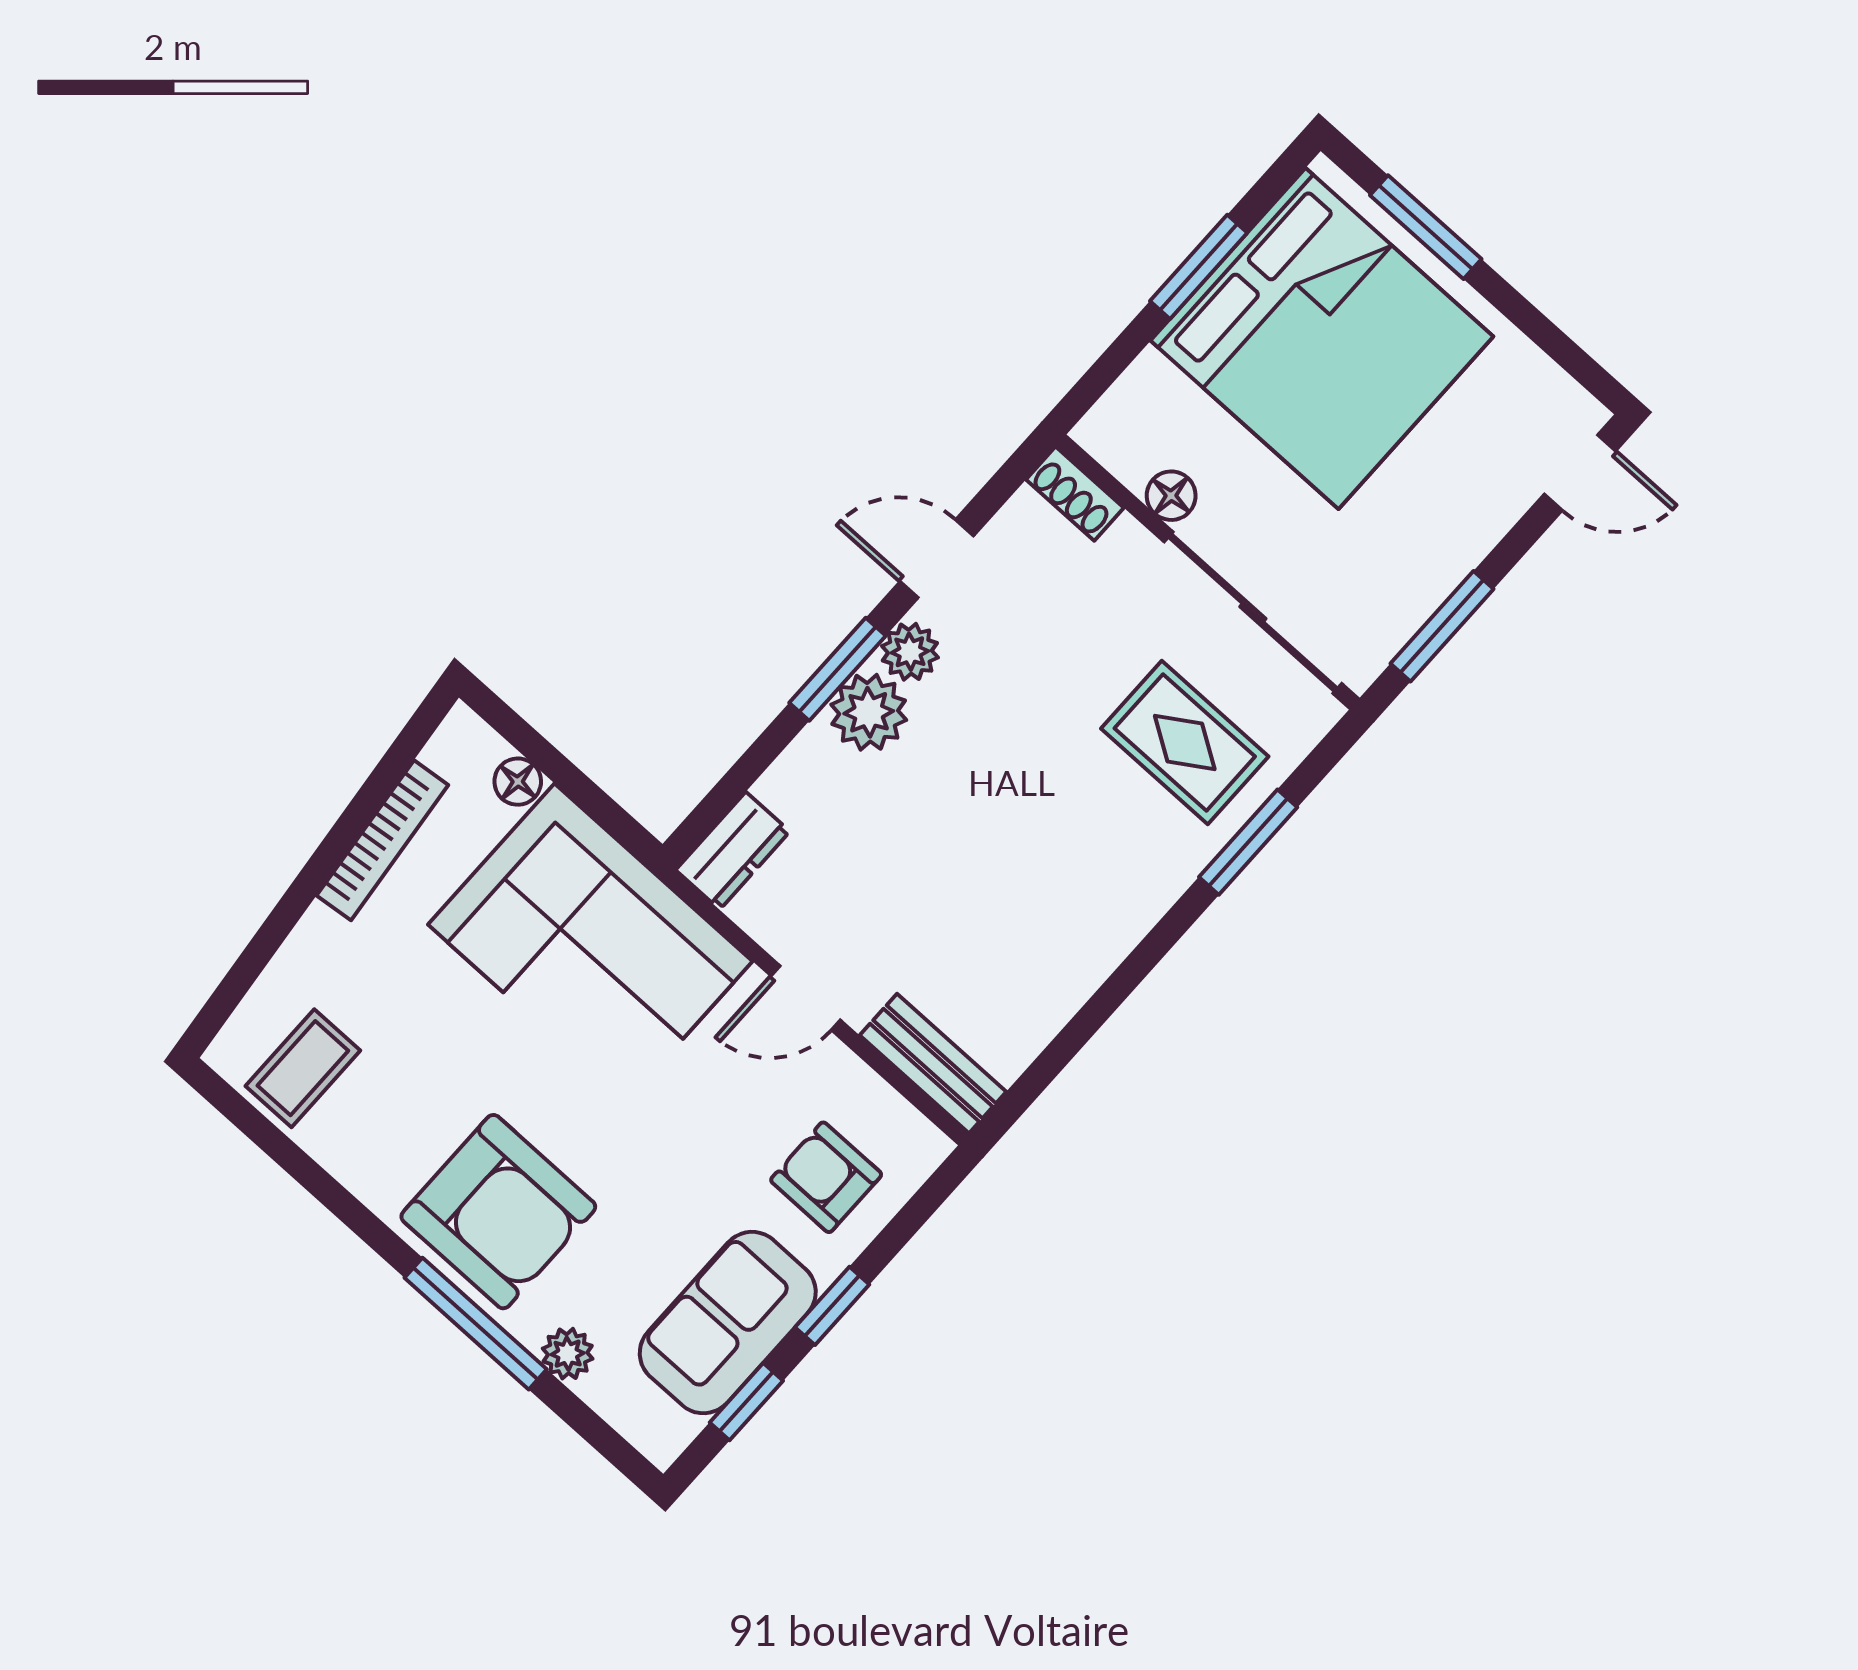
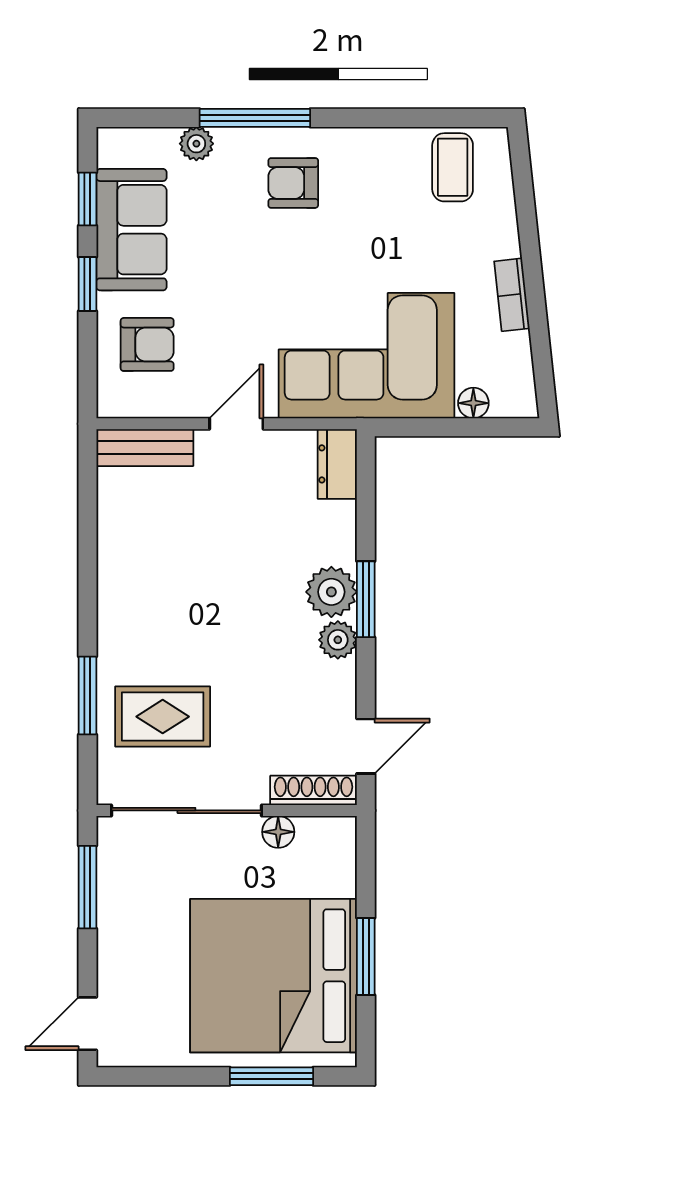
shoe rack: (1075, 494) -> (313, 790), width x1.43
door: (937, 559) -> (366, 746), moved
bookcase: (382, 840) -> (512, 295), width x0.64
armchair: (498, 1212) -> (293, 183), width x0.53, depth x0.53

